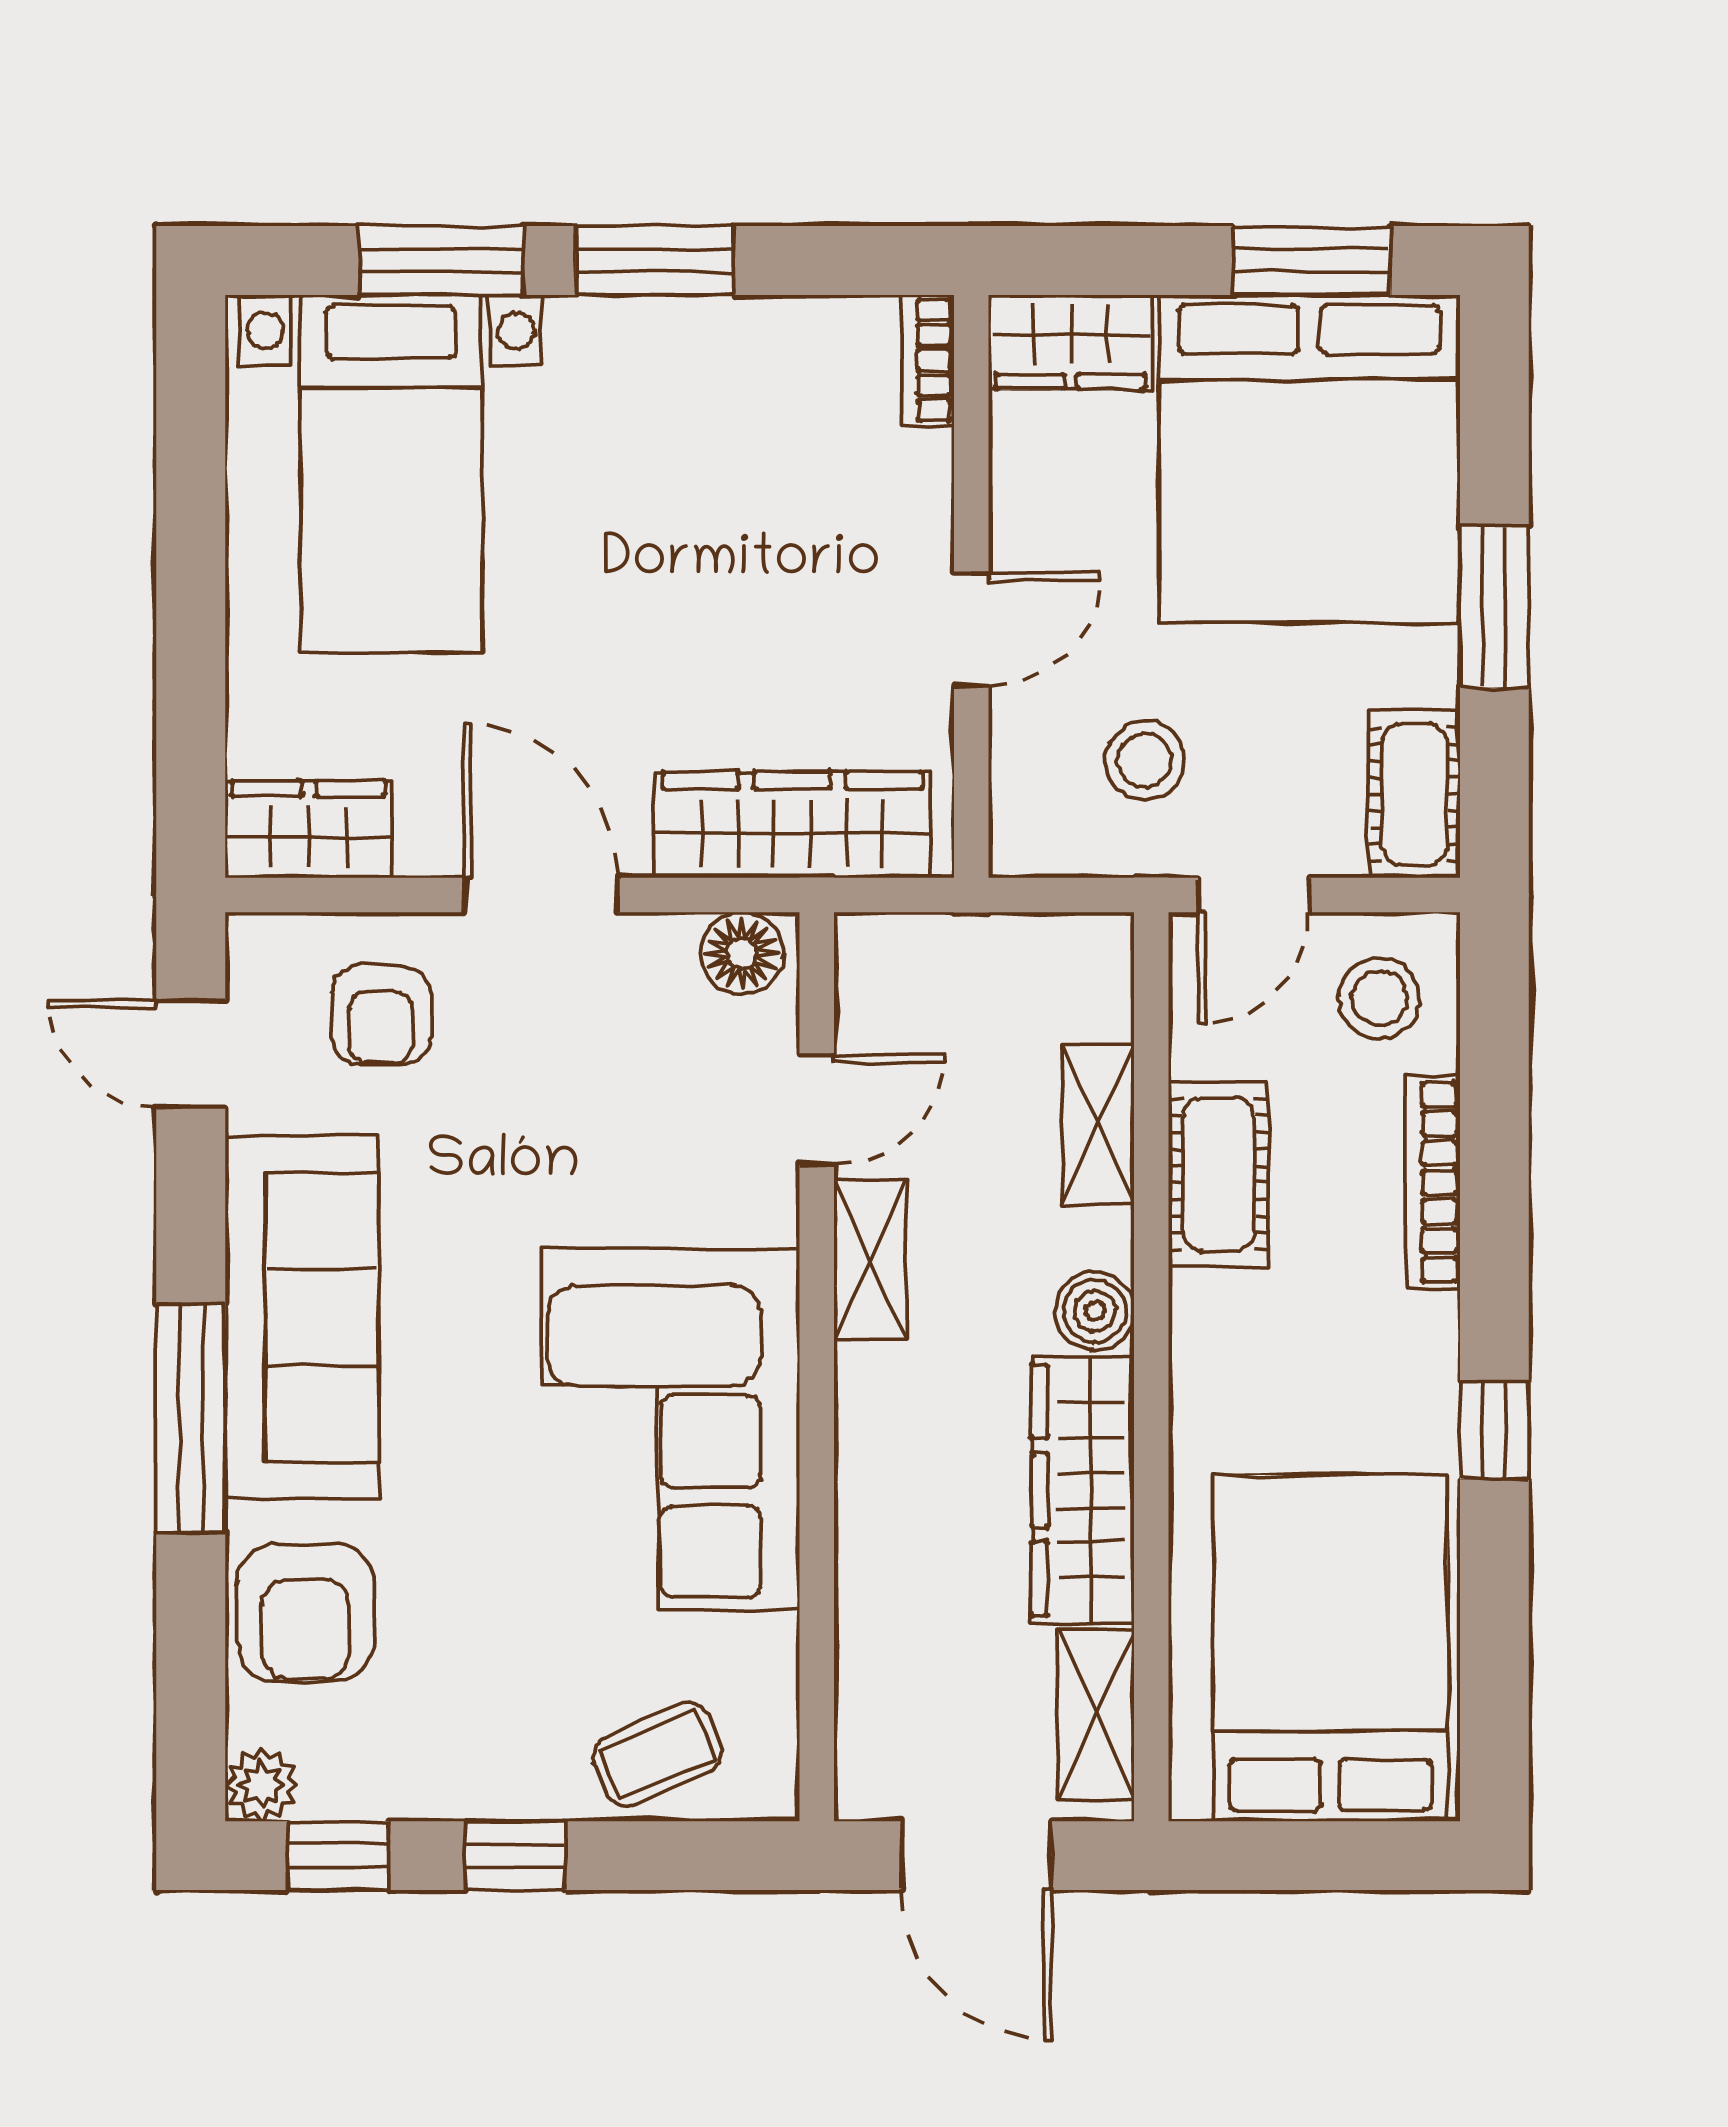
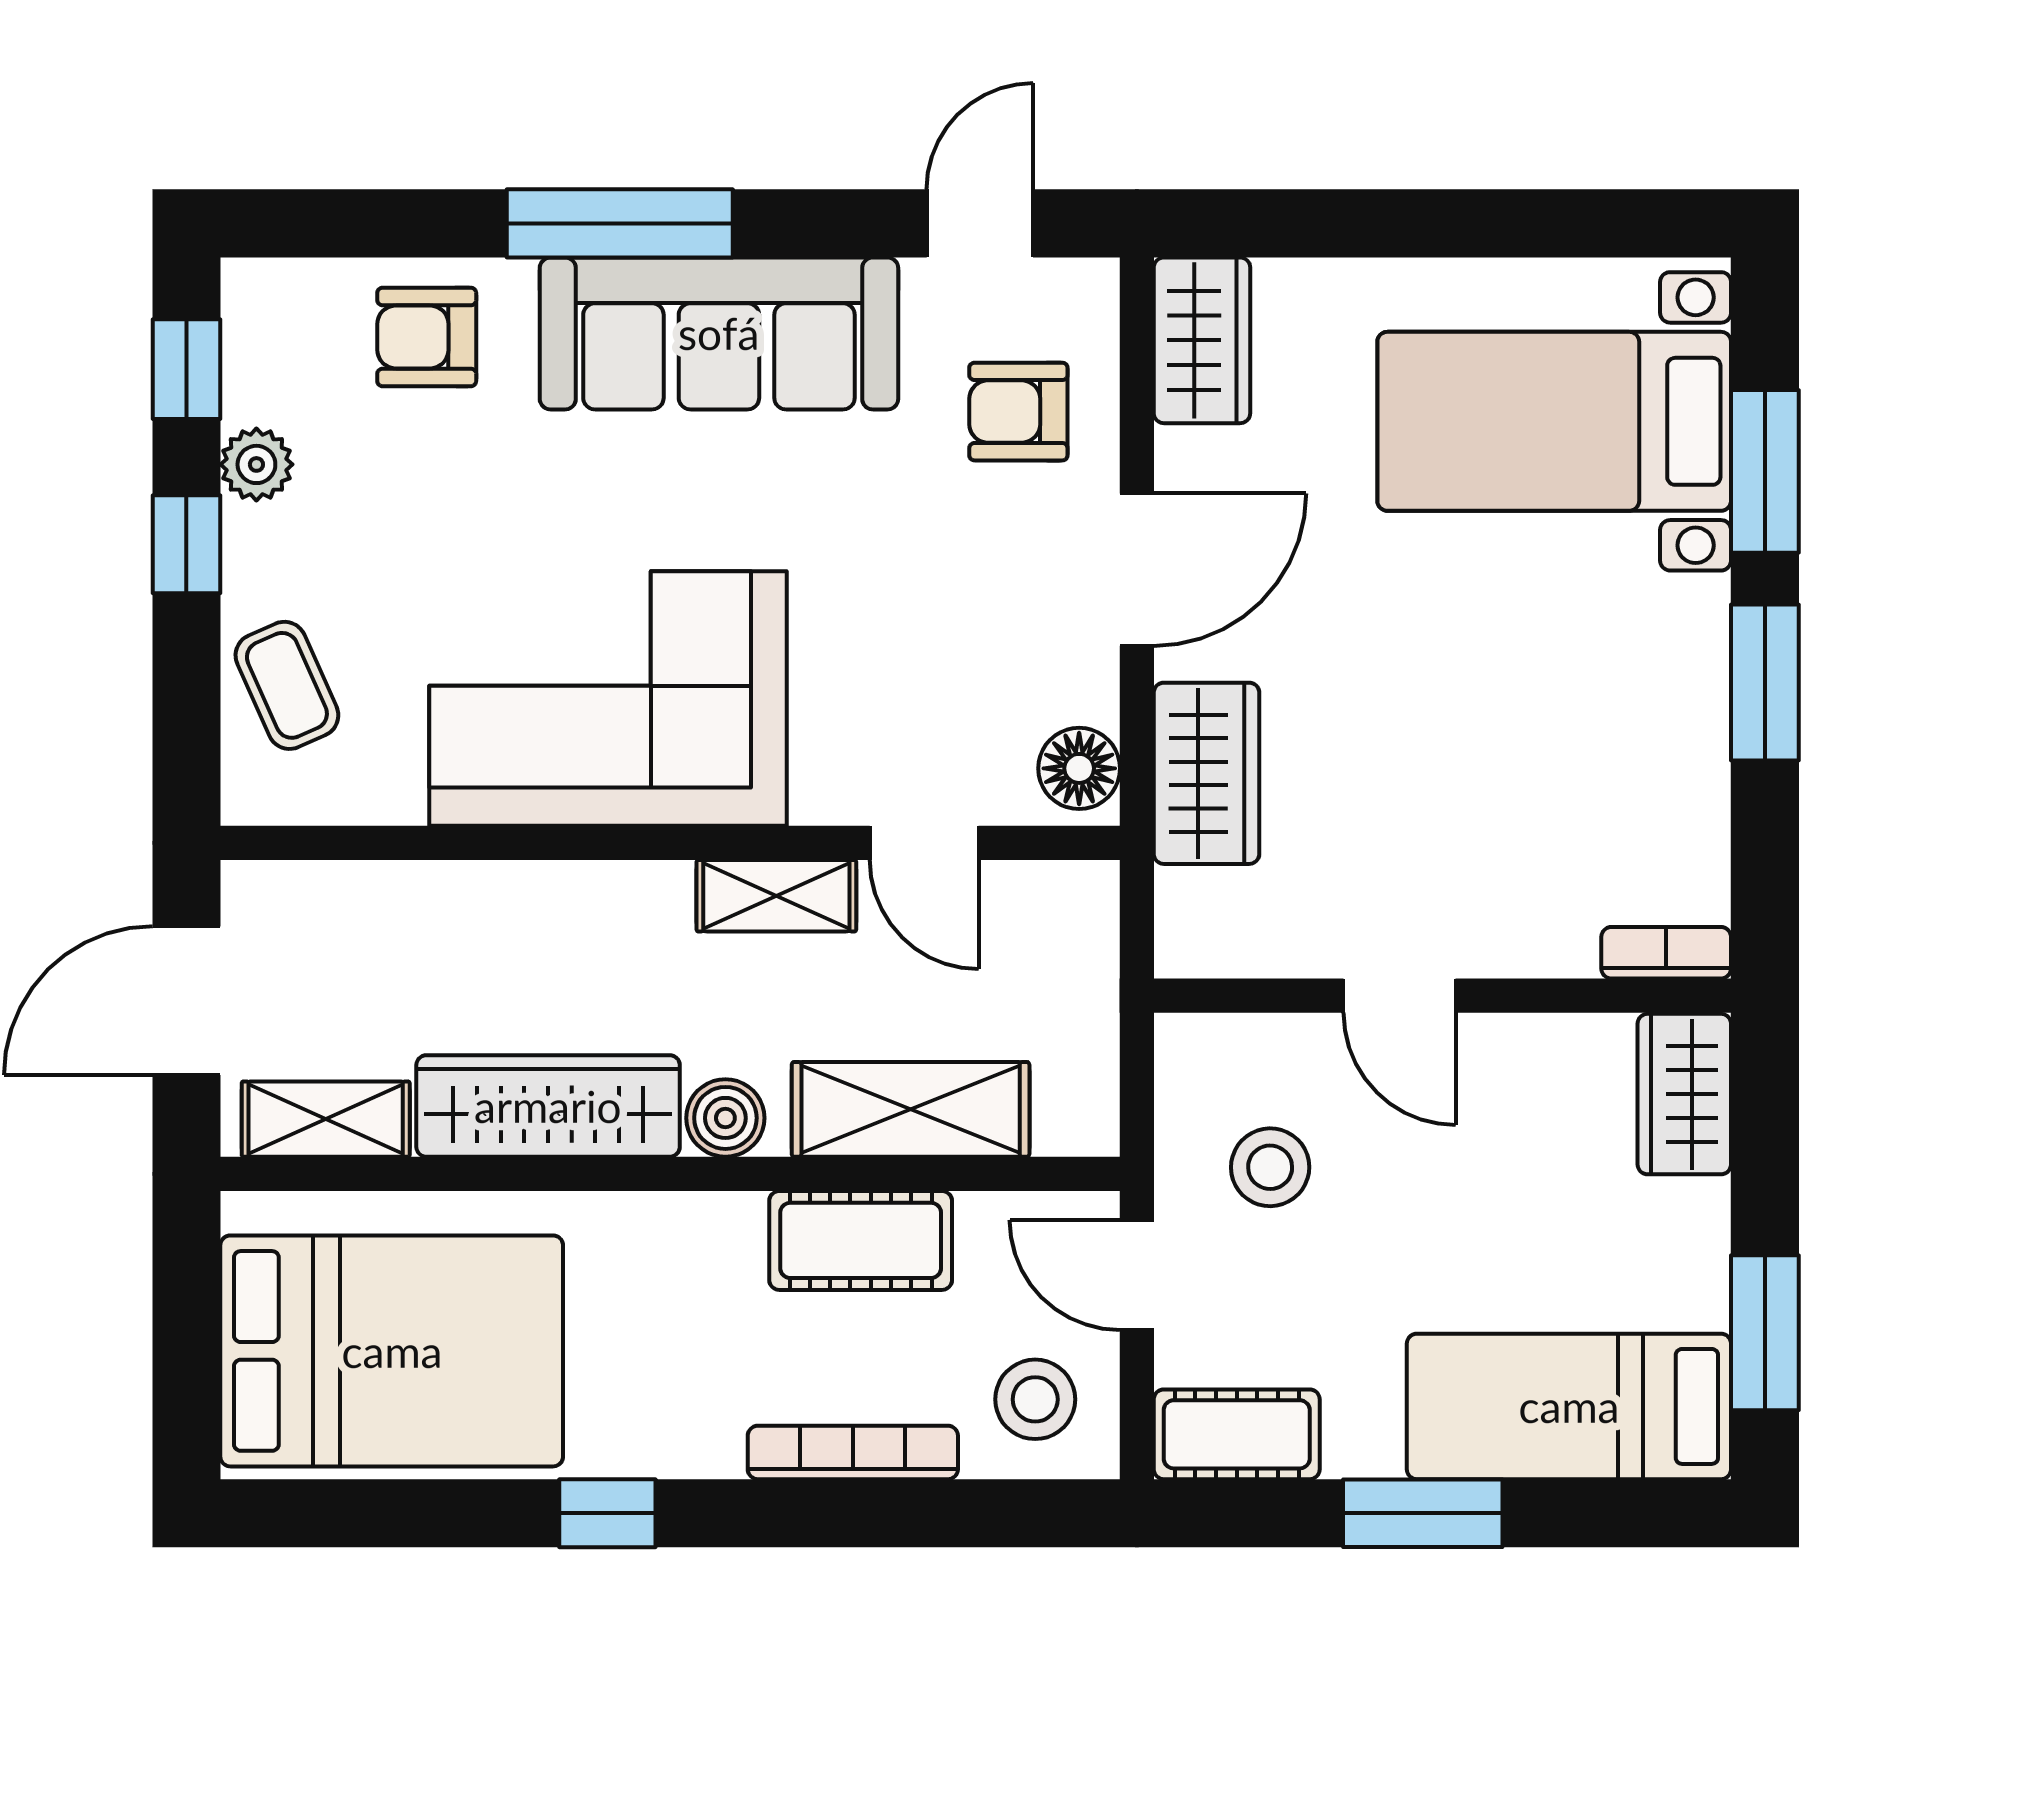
bed: (1309, 458) -> (1569, 1406), width x0.49
wardrobe: (792, 825) -> (1207, 773), width x0.67
shelving: (1098, 1124) -> (911, 1109), width x1.50, depth x1.33
armchair: (305, 1613) -> (427, 337), width x0.72, depth x0.72
plant: (261, 1785) -> (256, 464), moved

